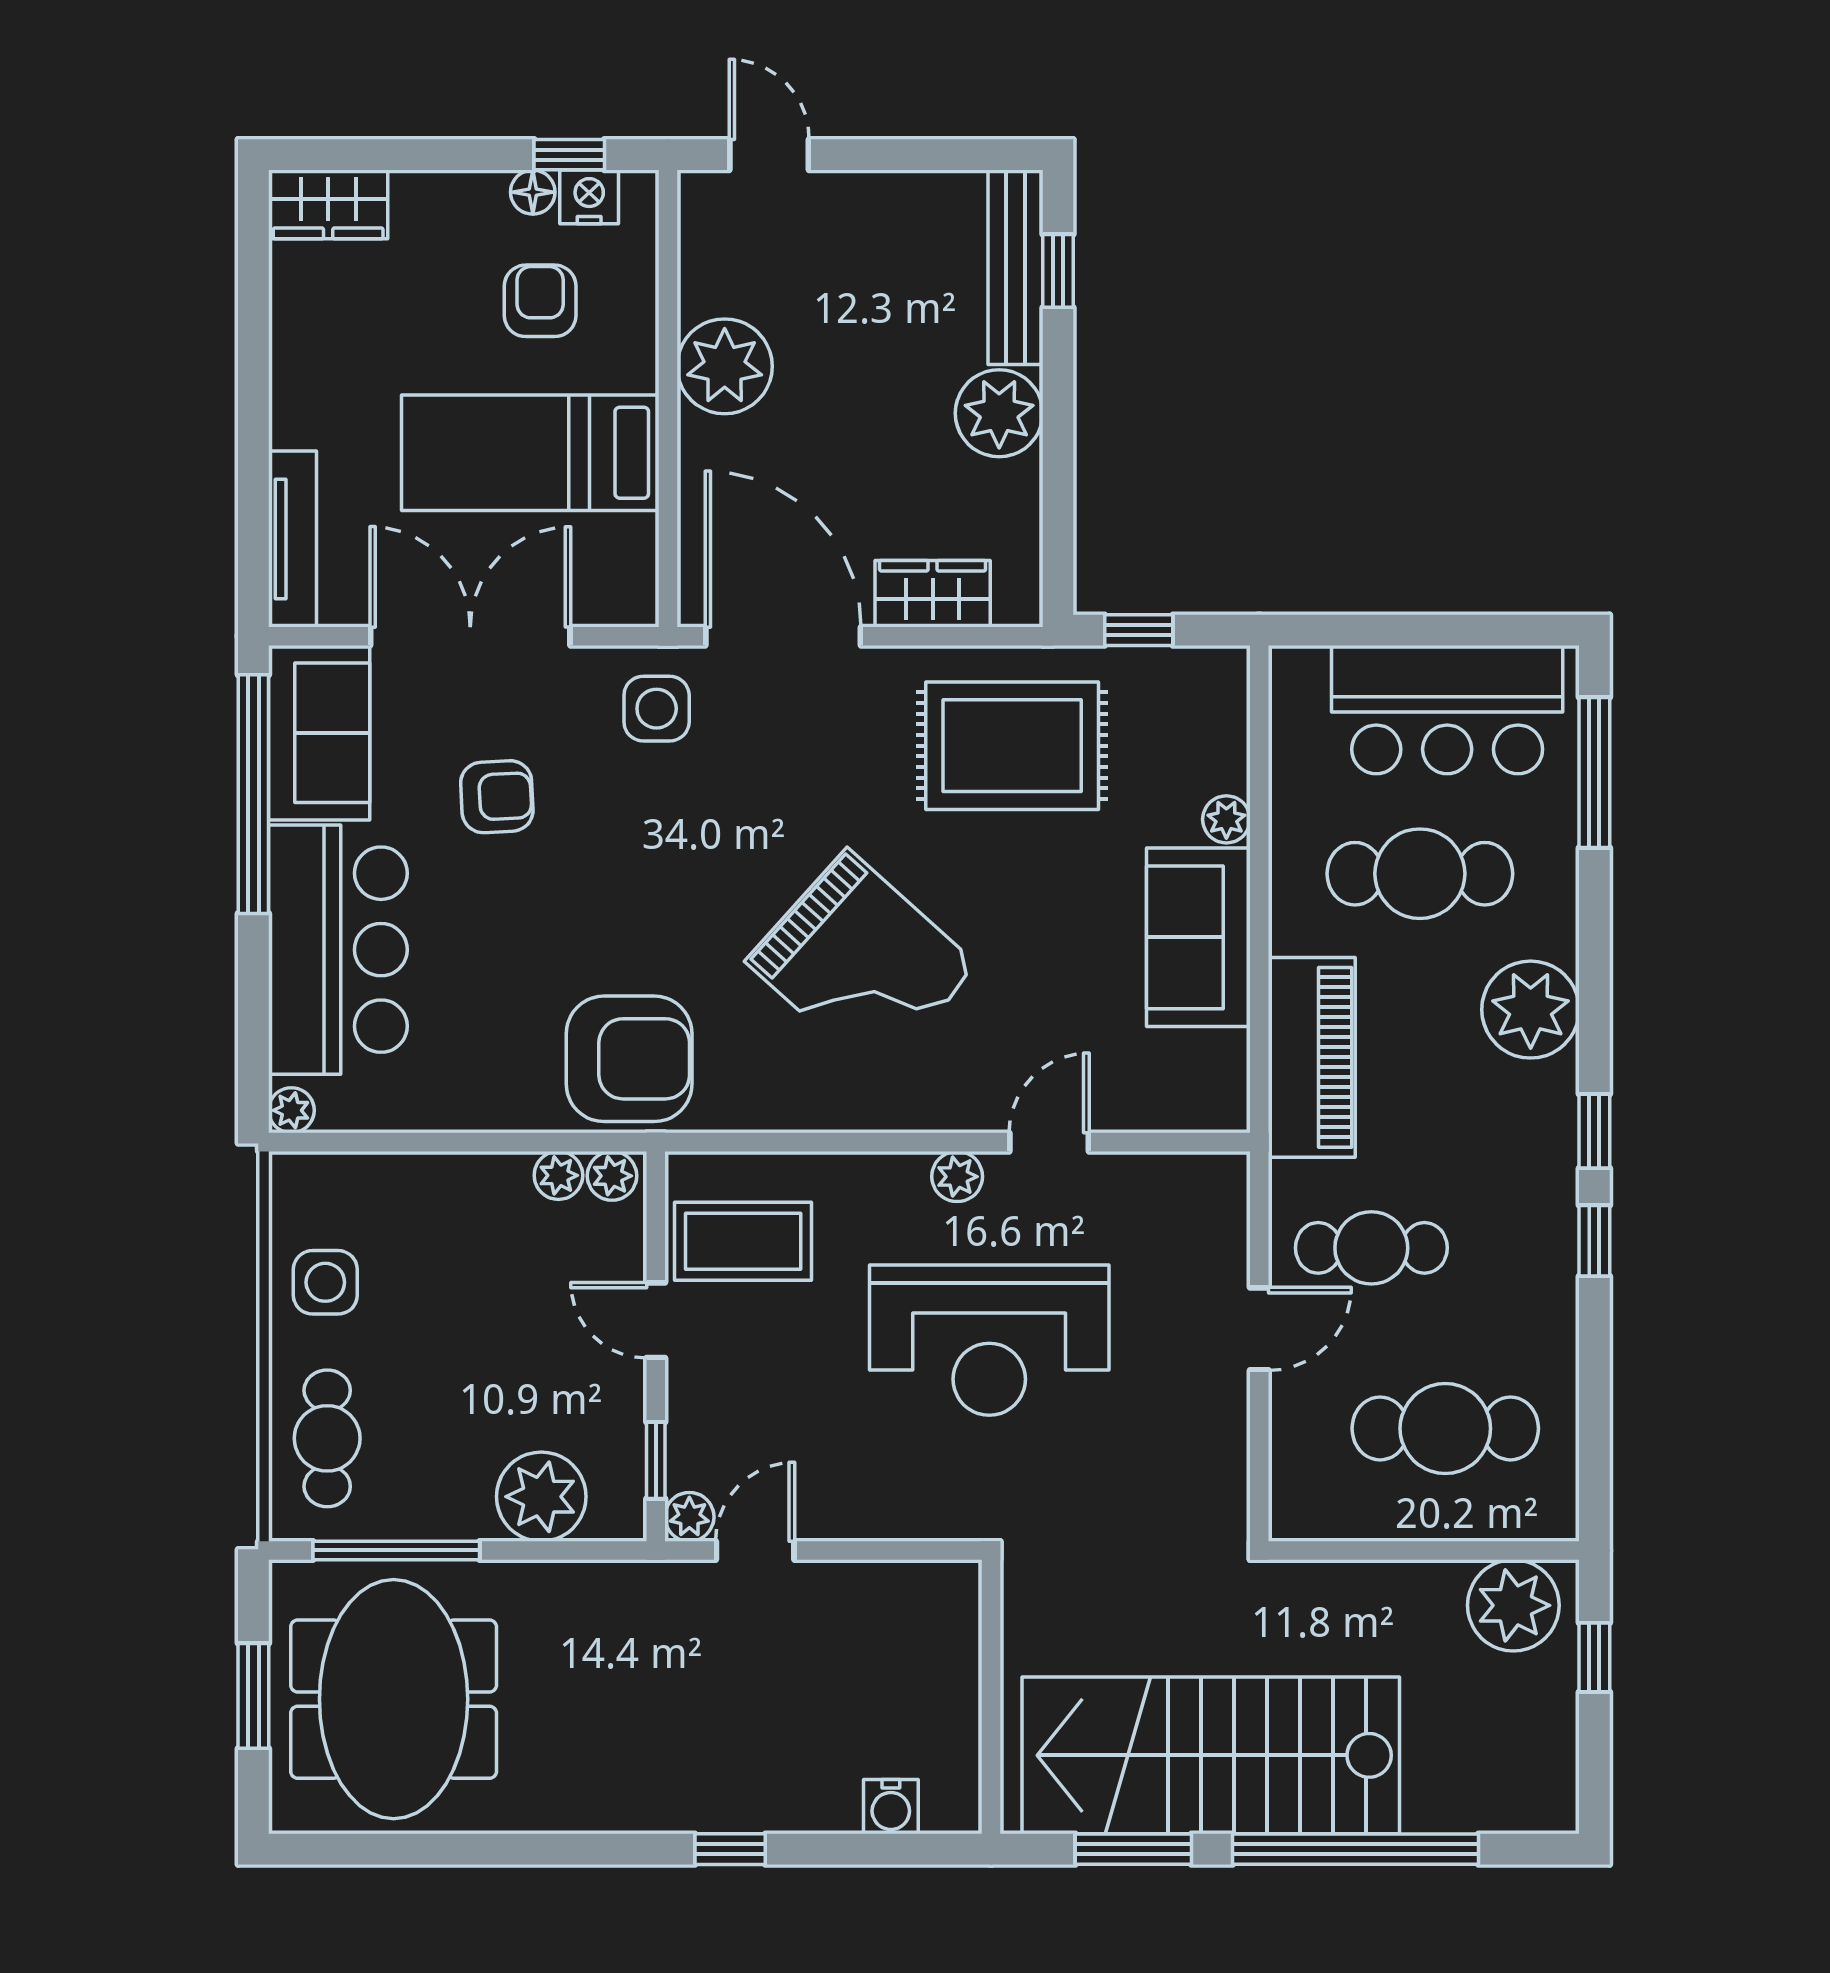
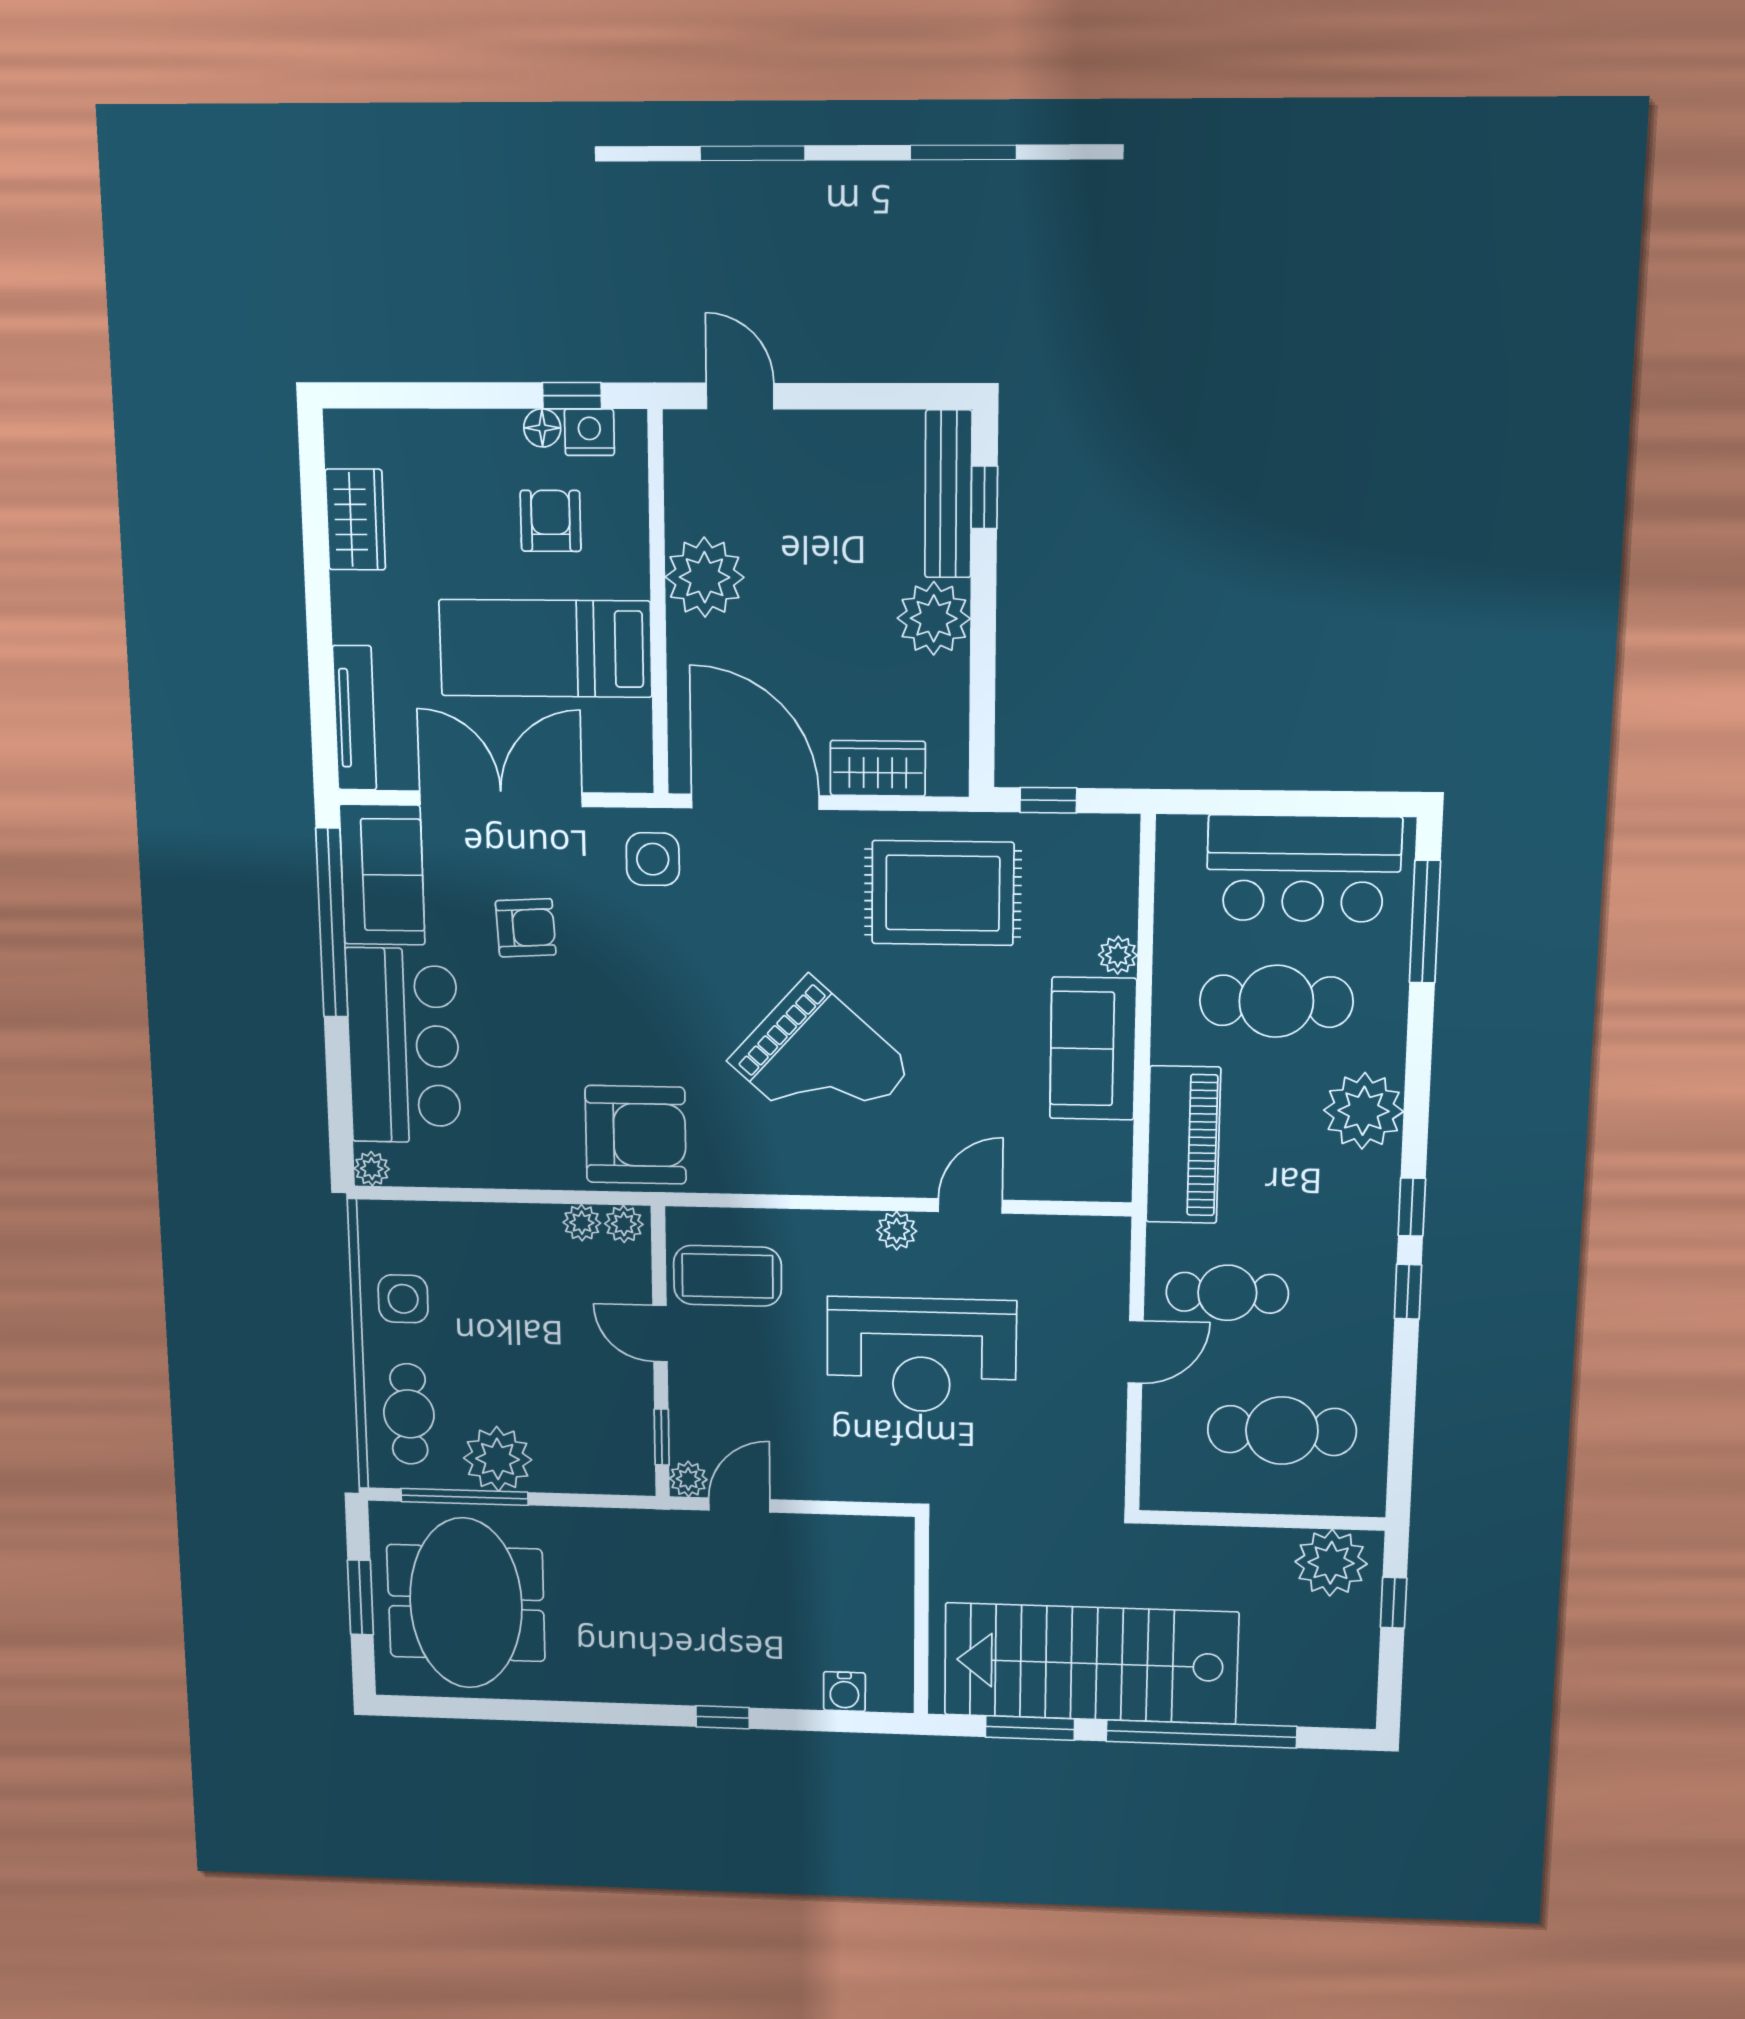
wardrobe: (328, 204) -> (355, 520), moved, turned -90
plant: (541, 1497) -> (498, 1459), moved

